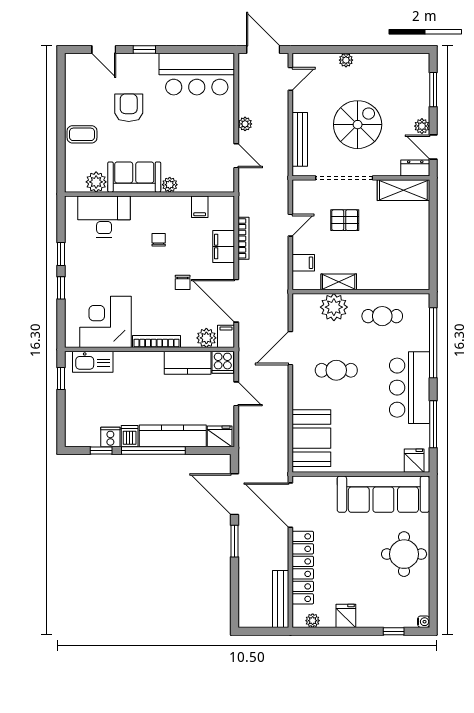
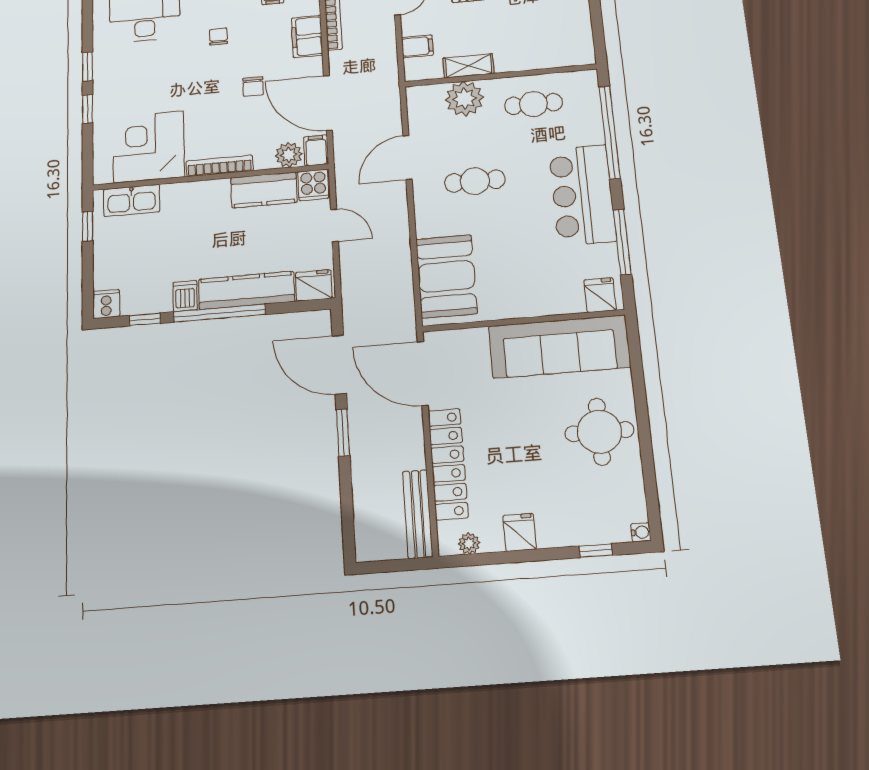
cooker: (110, 437) -> (106, 304), moved

